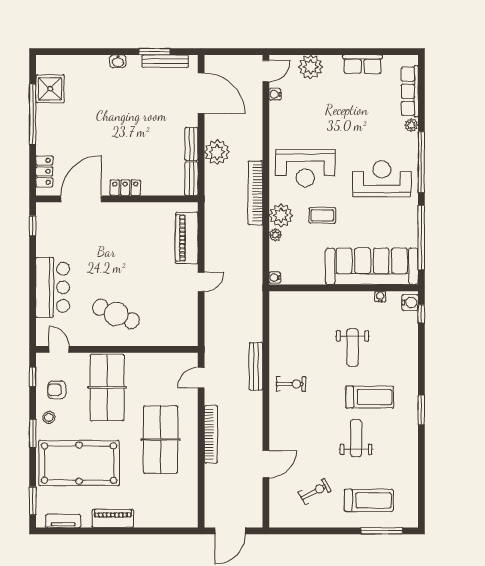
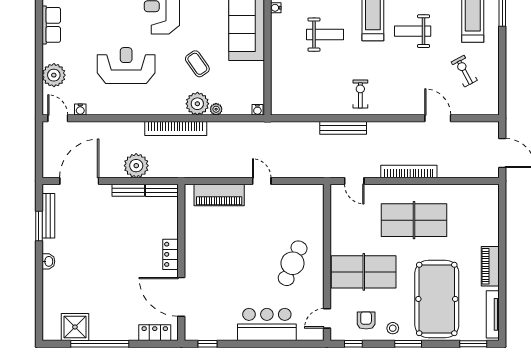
reception desk: (305, 168) -> (126, 66), moved, turned -90
coffee table: (322, 215) -> (197, 64), turned -35
armchair: (57, 390) -> (366, 321), turned 180
tv unit: (63, 521) -> (493, 314), width x1.41

